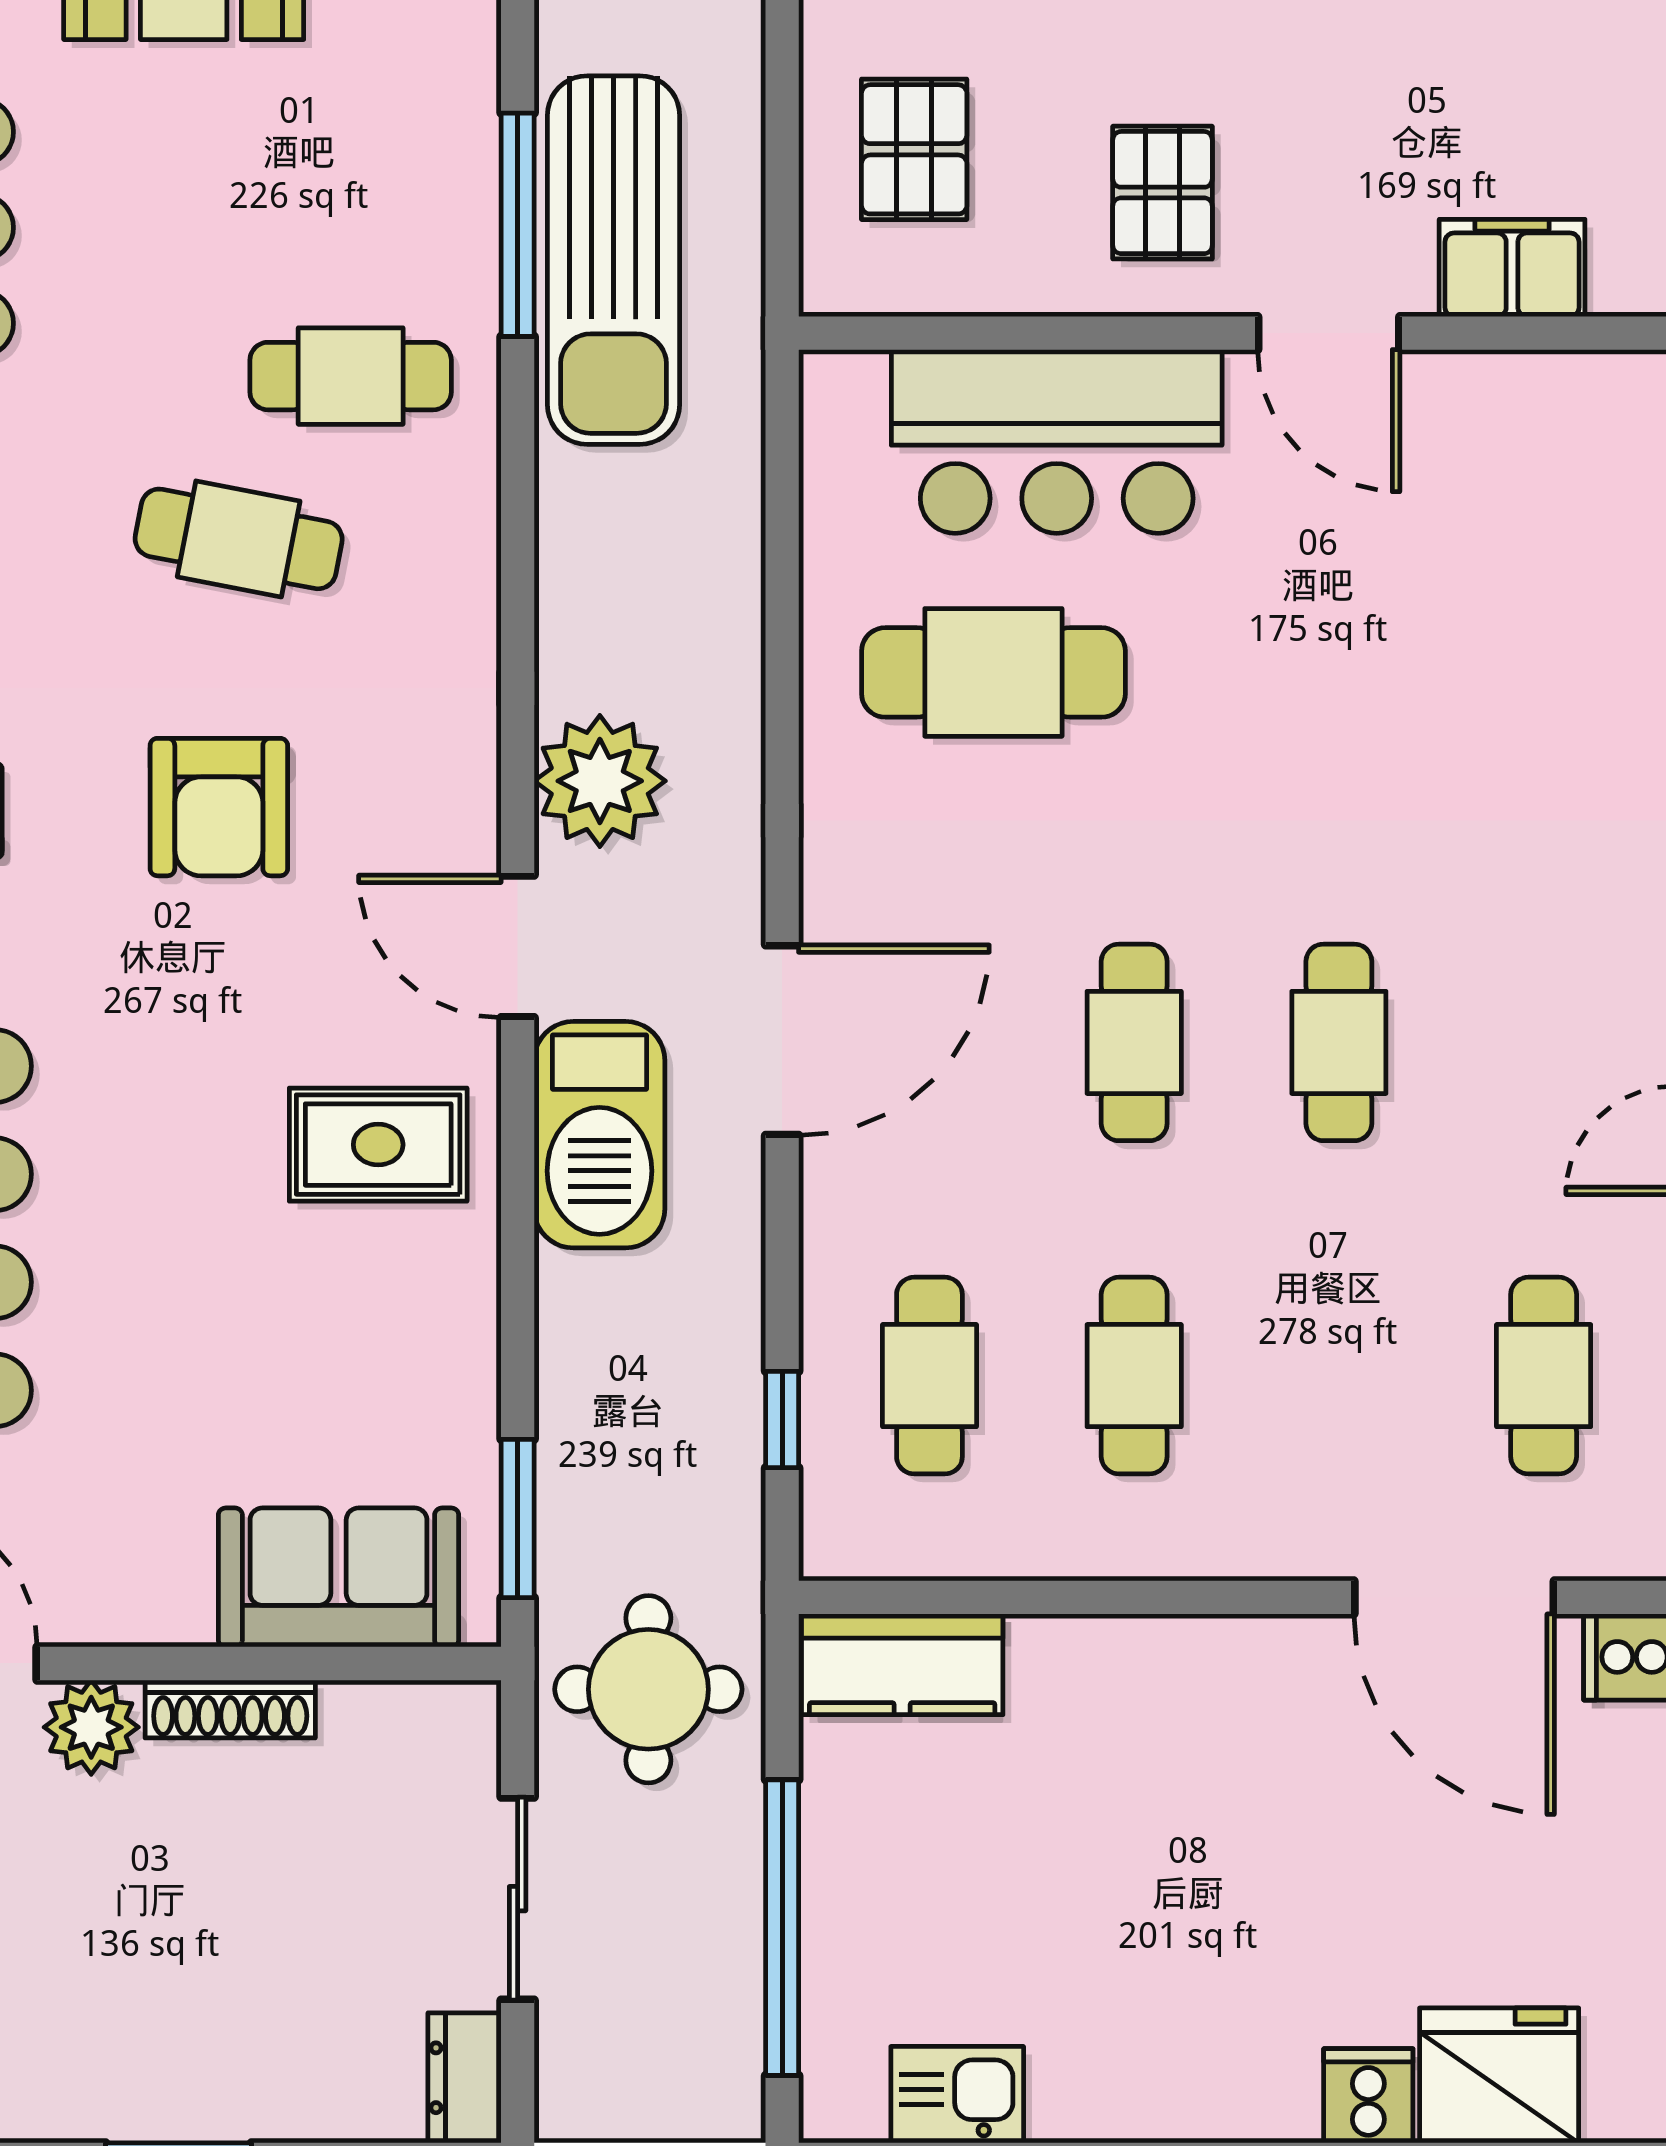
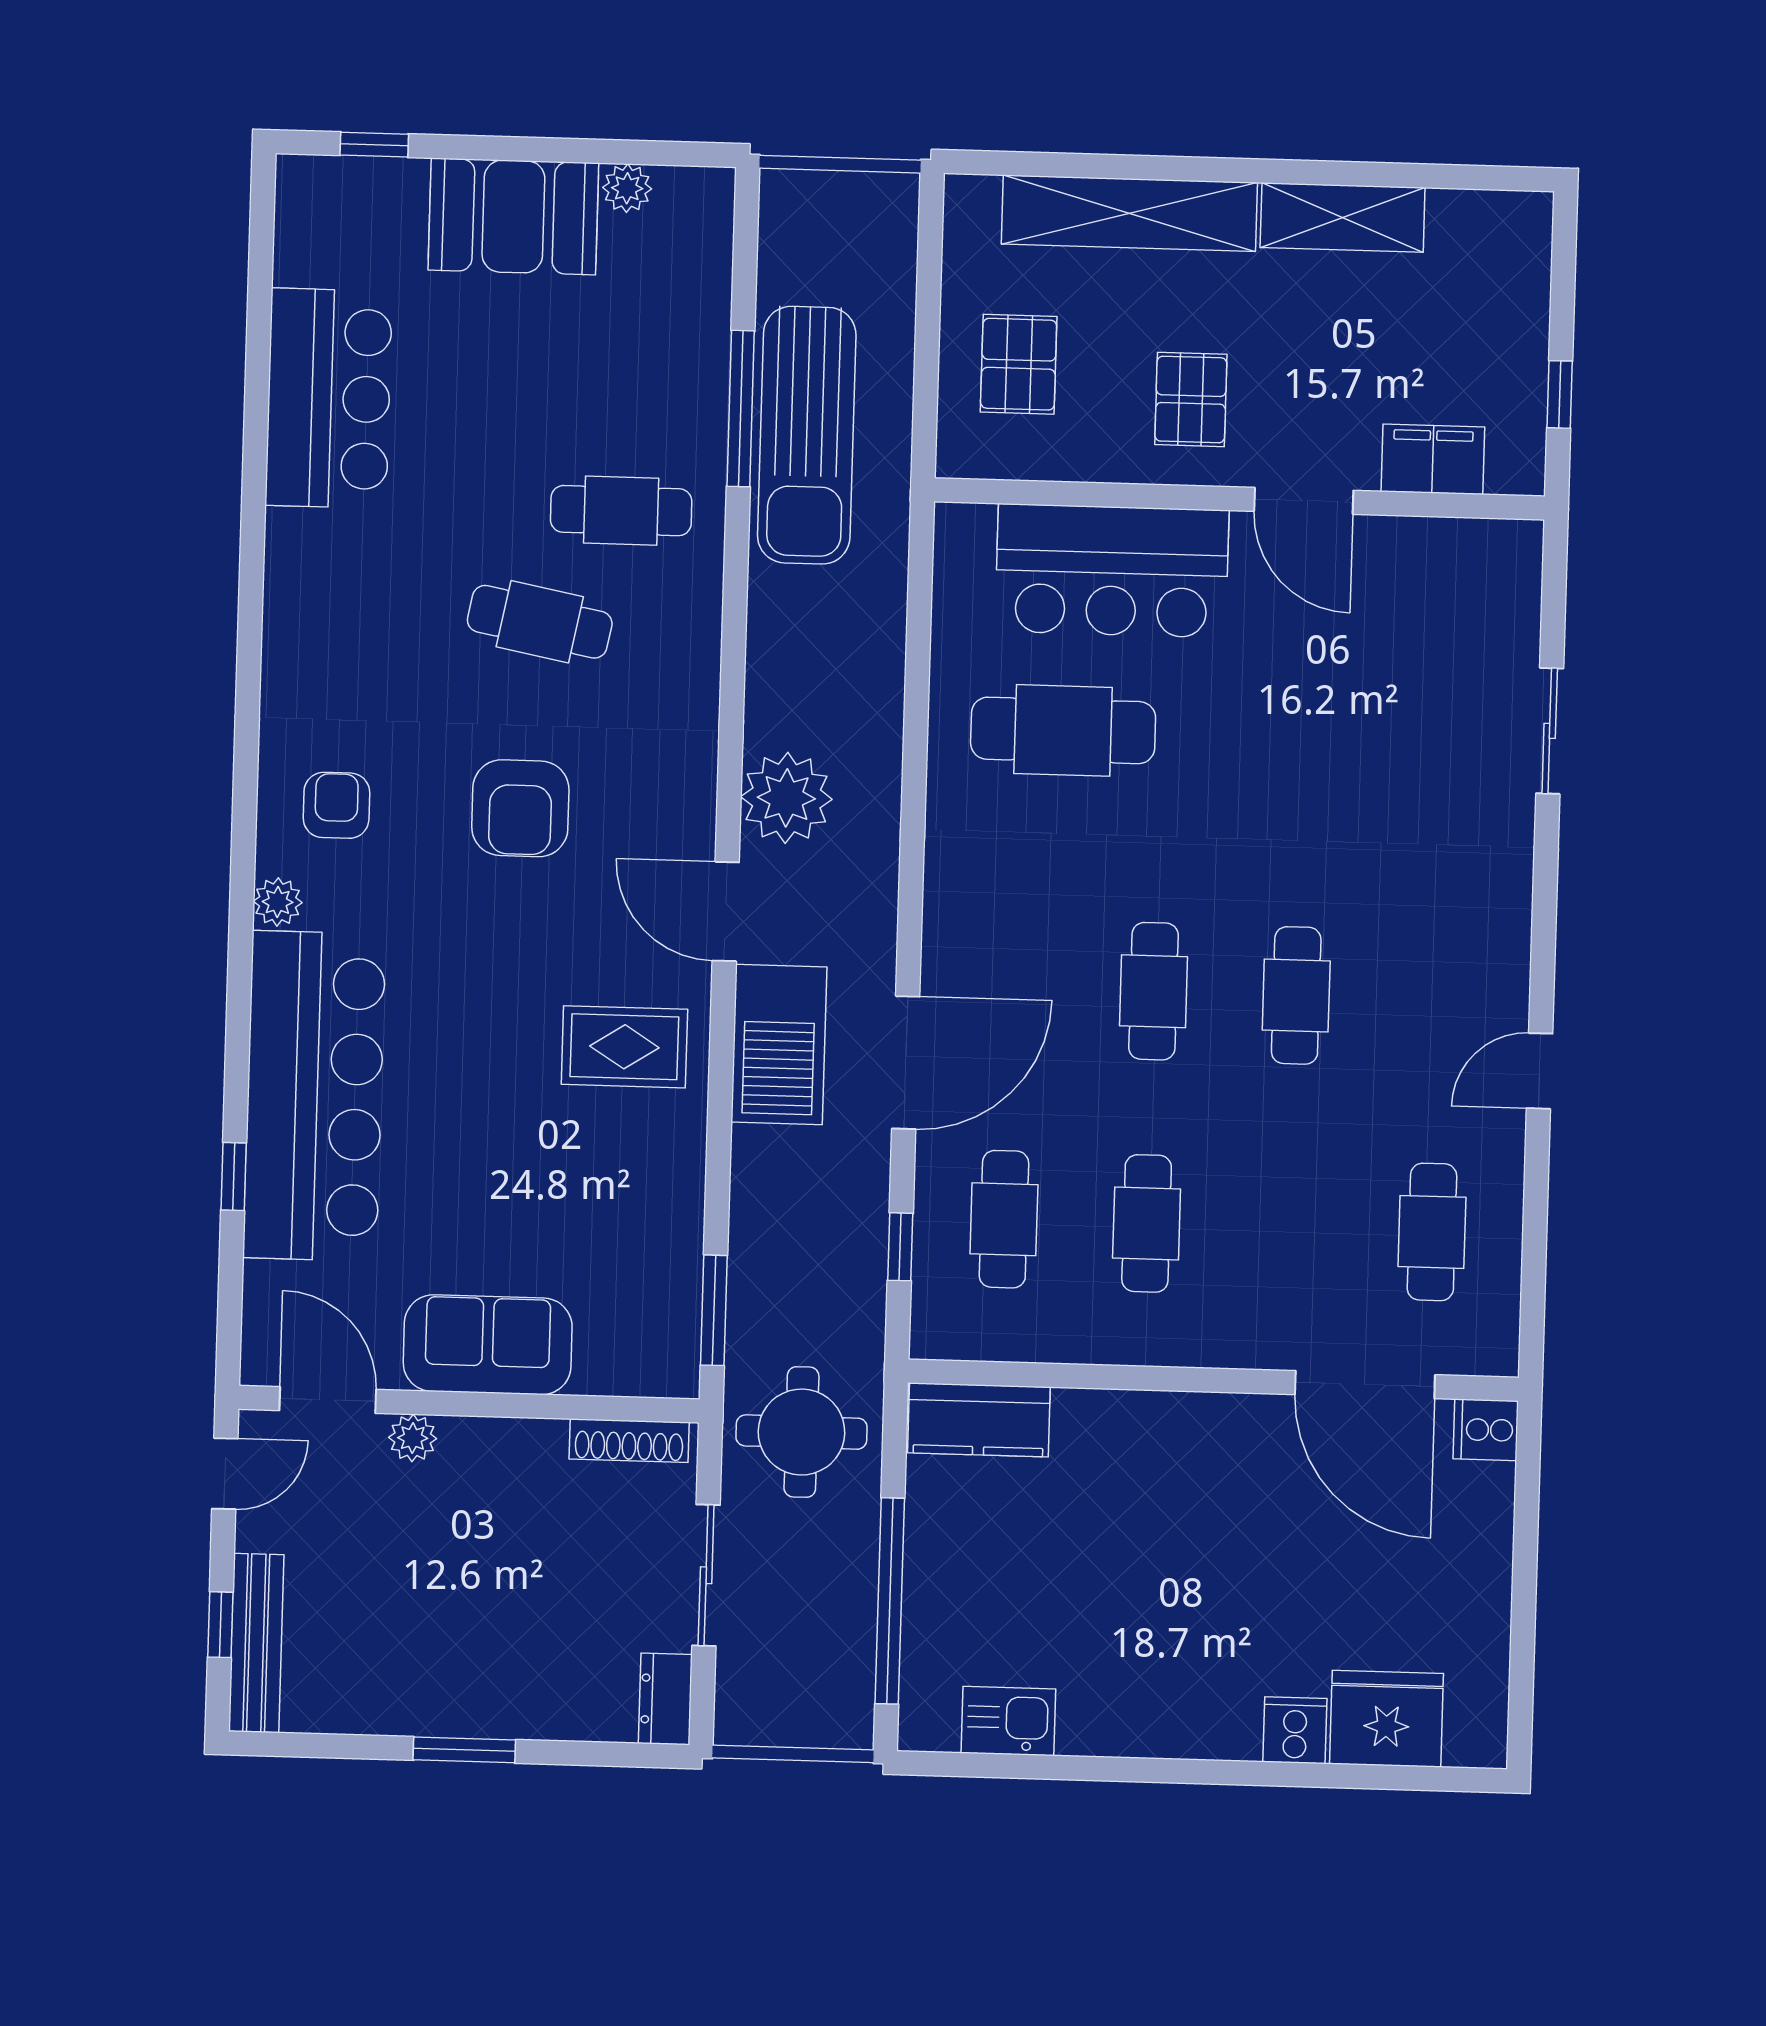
door: (782, 1040) -> (906, 1063), moved
sofa: (338, 1577) -> (488, 1345), moved
shoe rack: (230, 1709) -> (629, 1441), moved
plant: (91, 1727) -> (413, 1438), width x0.73, depth x0.73

